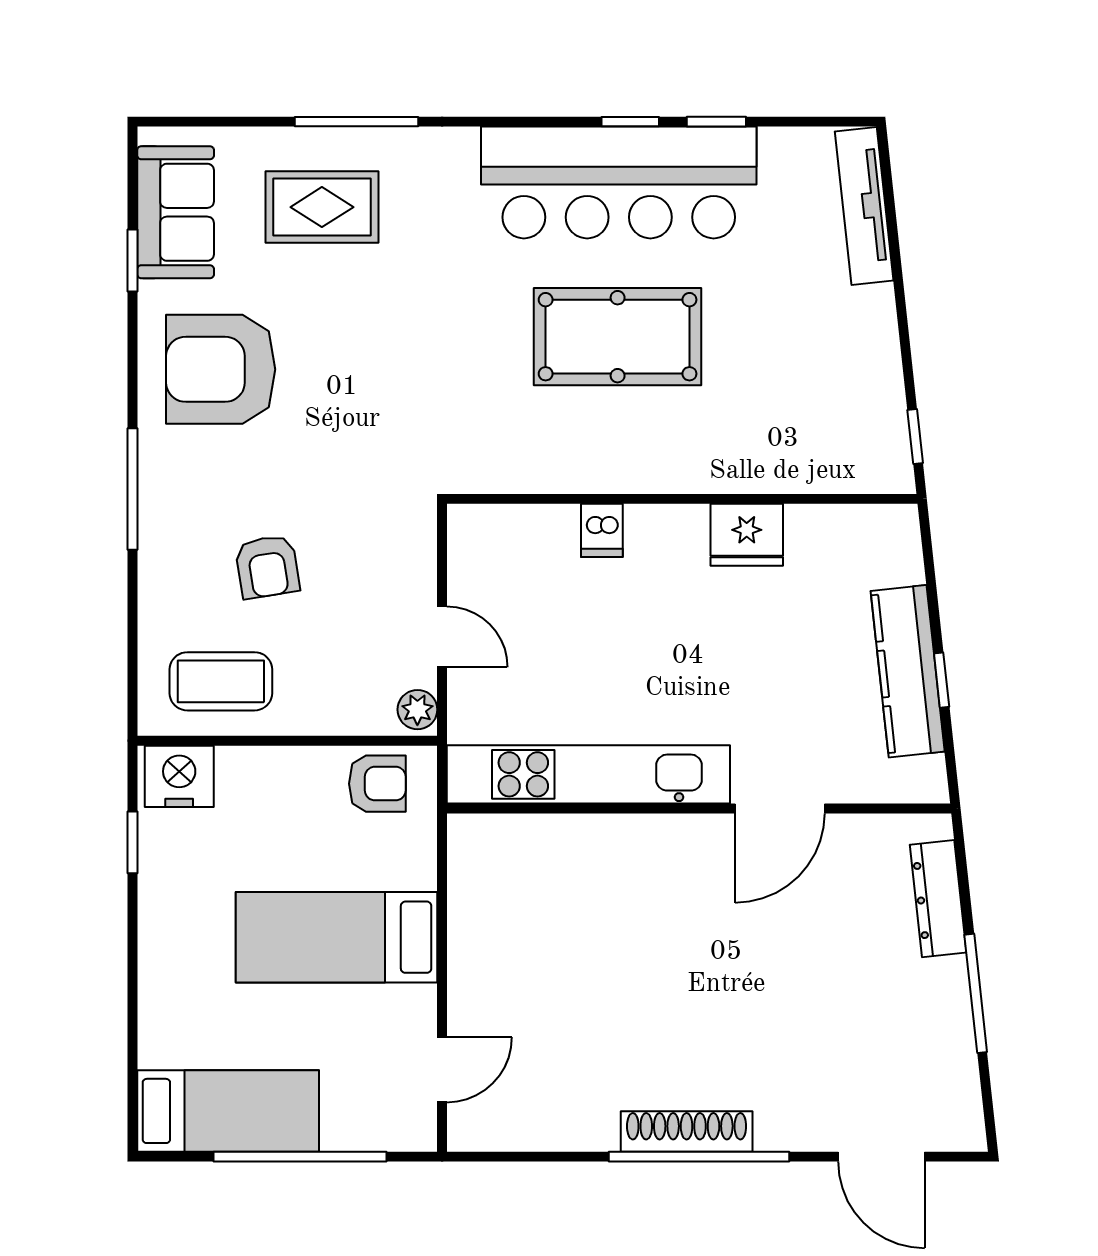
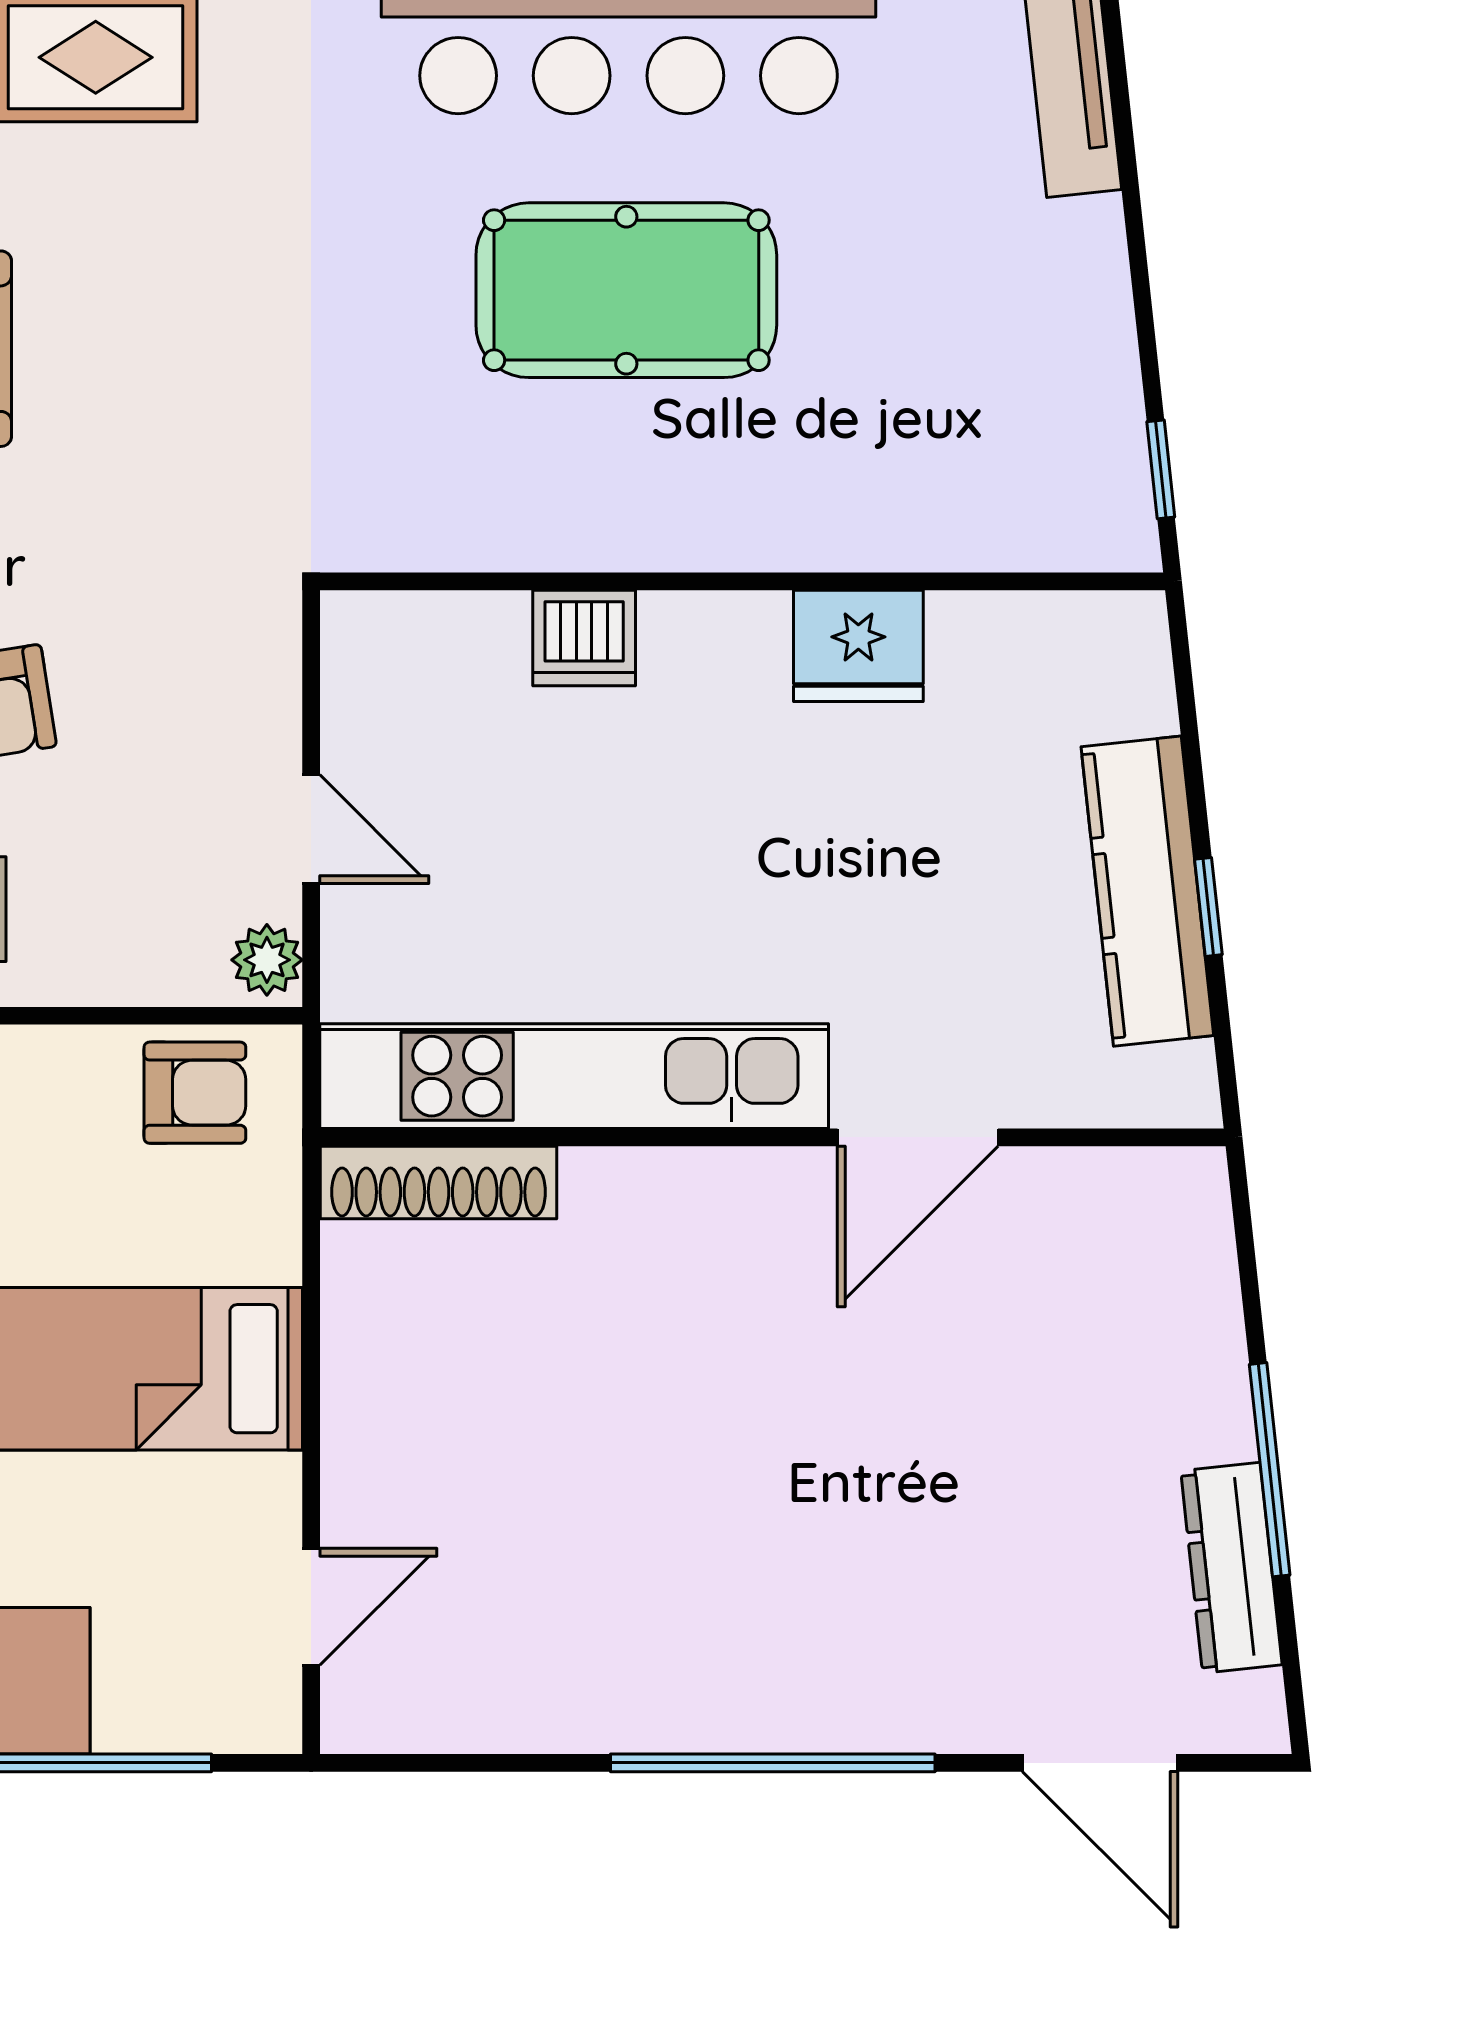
dishwasher: (602, 530) -> (584, 638), width x1.38
dresser: (938, 899) -> (1231, 1568), moved
shoe rack: (687, 1132) -> (439, 1183), moved, turned 180

